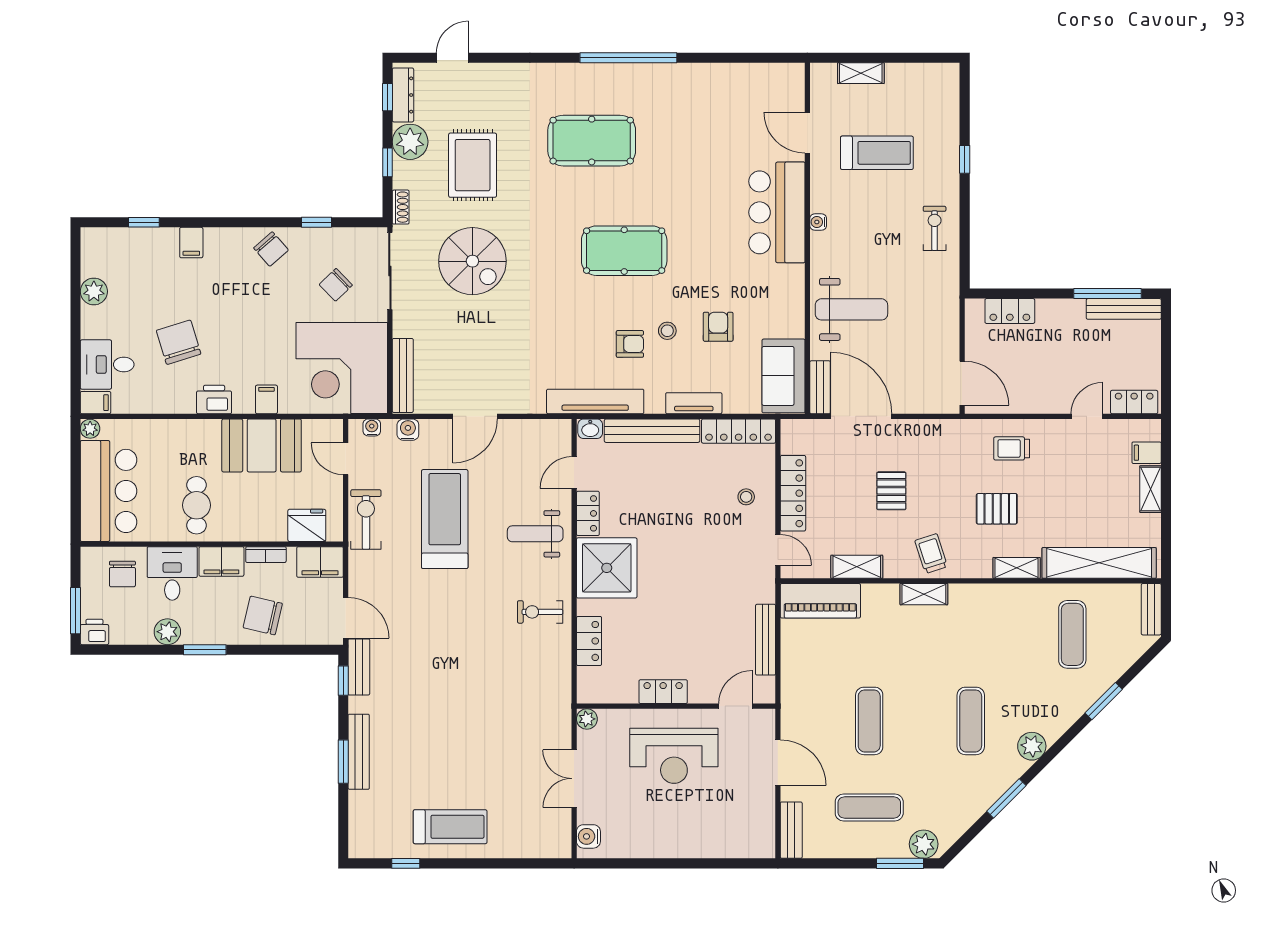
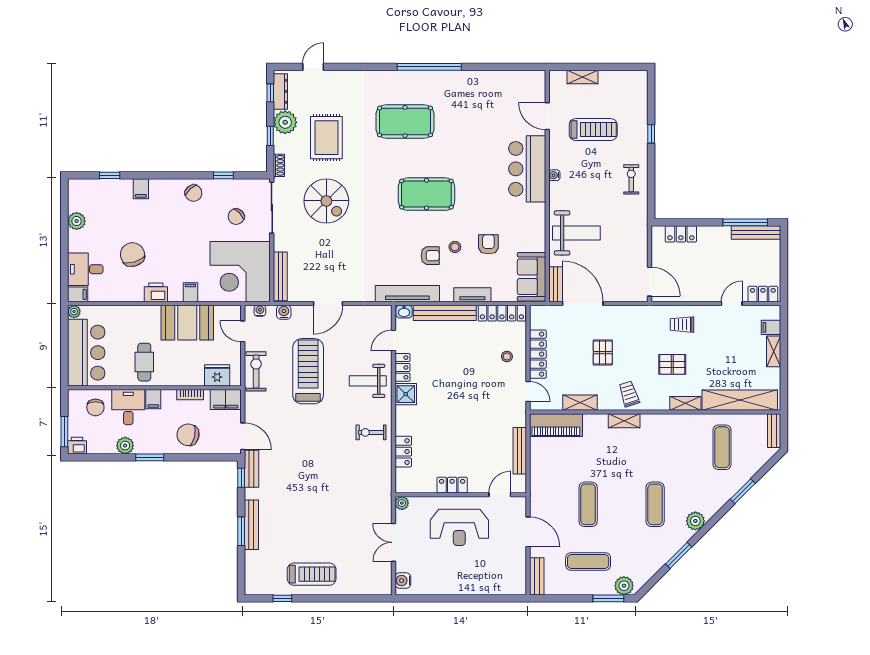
filing cabinet: (221, 561) -> (153, 399), width x0.50
shower: (607, 568) -> (406, 394), width x0.54, depth x0.54

